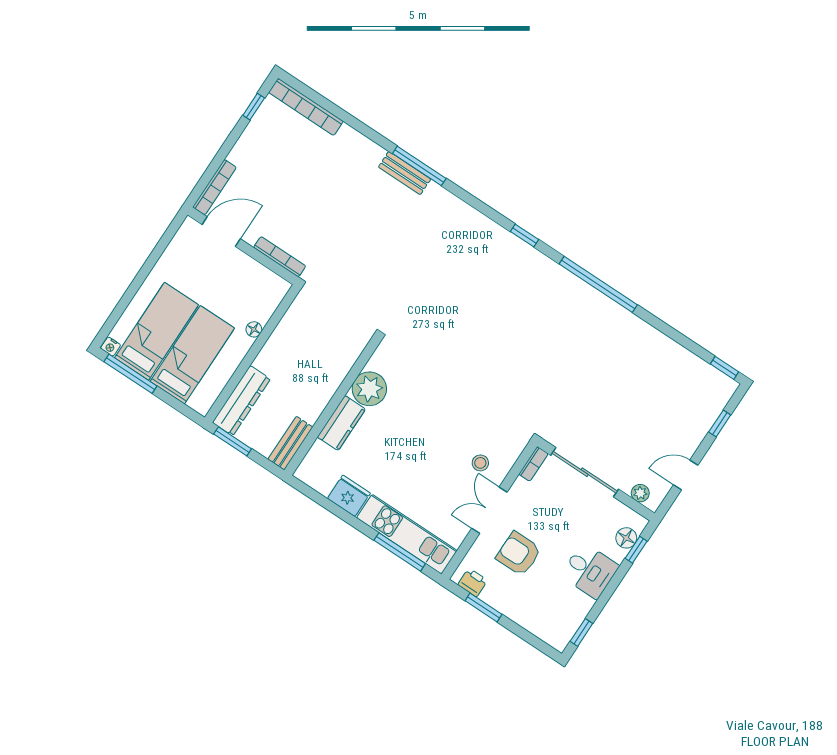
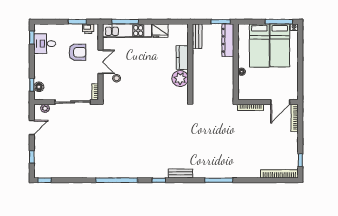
bench: (405, 173) -> (181, 173), moved
desk: (590, 571) -> (45, 44), moved

